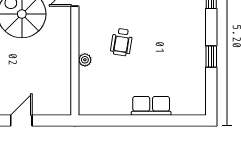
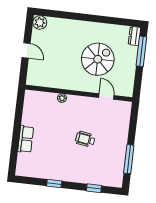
wheelchair: (122, 42) -> (85, 139), moved

